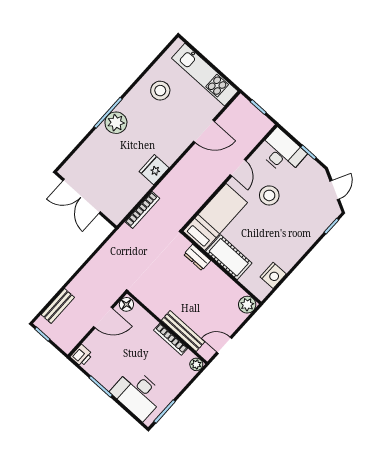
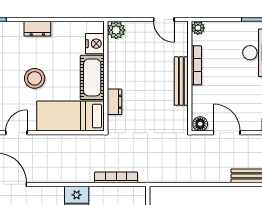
stool: (269, 195) -> (35, 78), moved
dresser: (299, 249) -> (37, 29), added
nightstand: (273, 275) -> (95, 44), moved, turned 90
bench: (183, 331) -> (181, 81), moved

